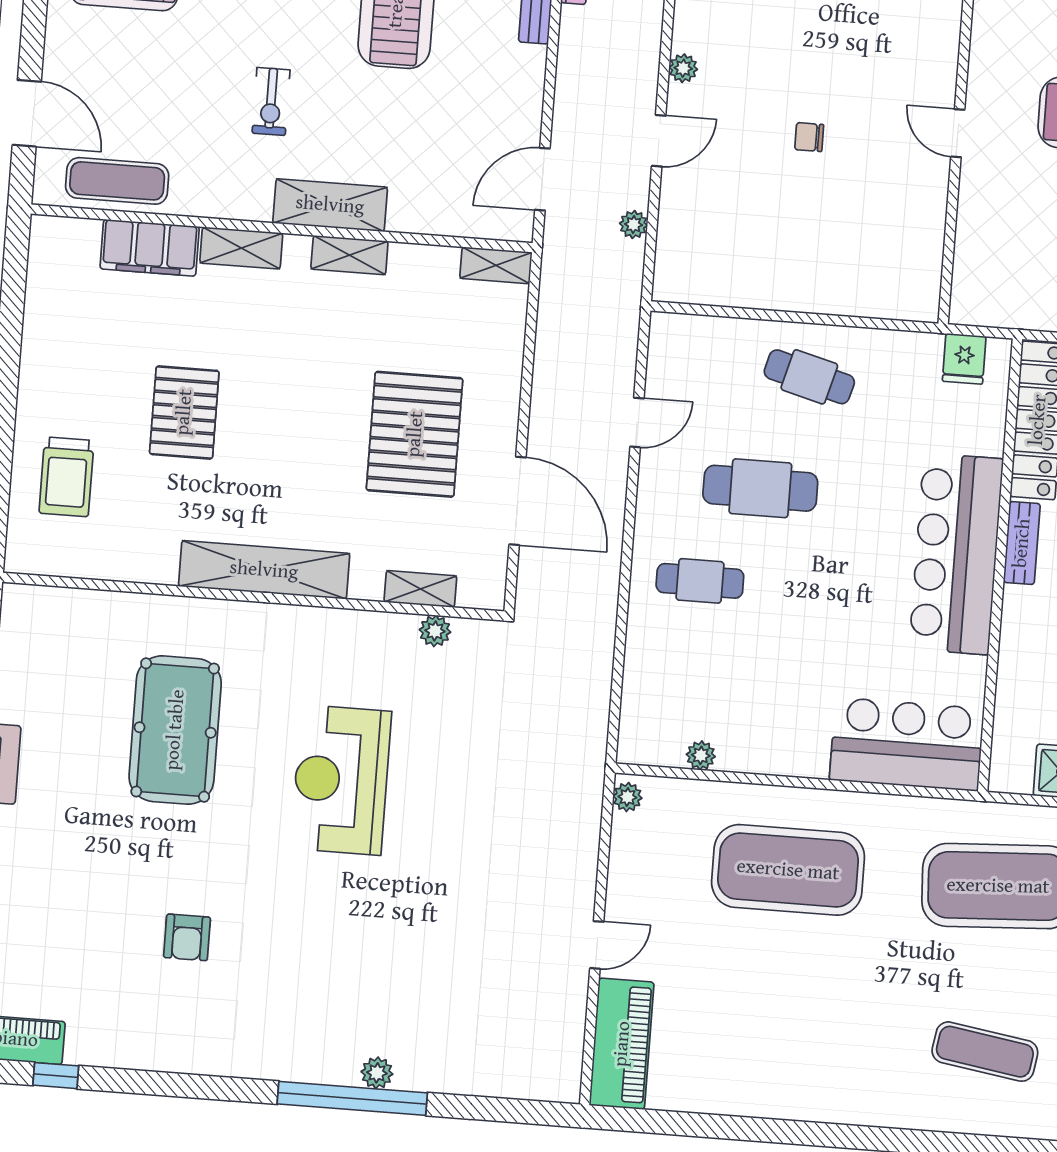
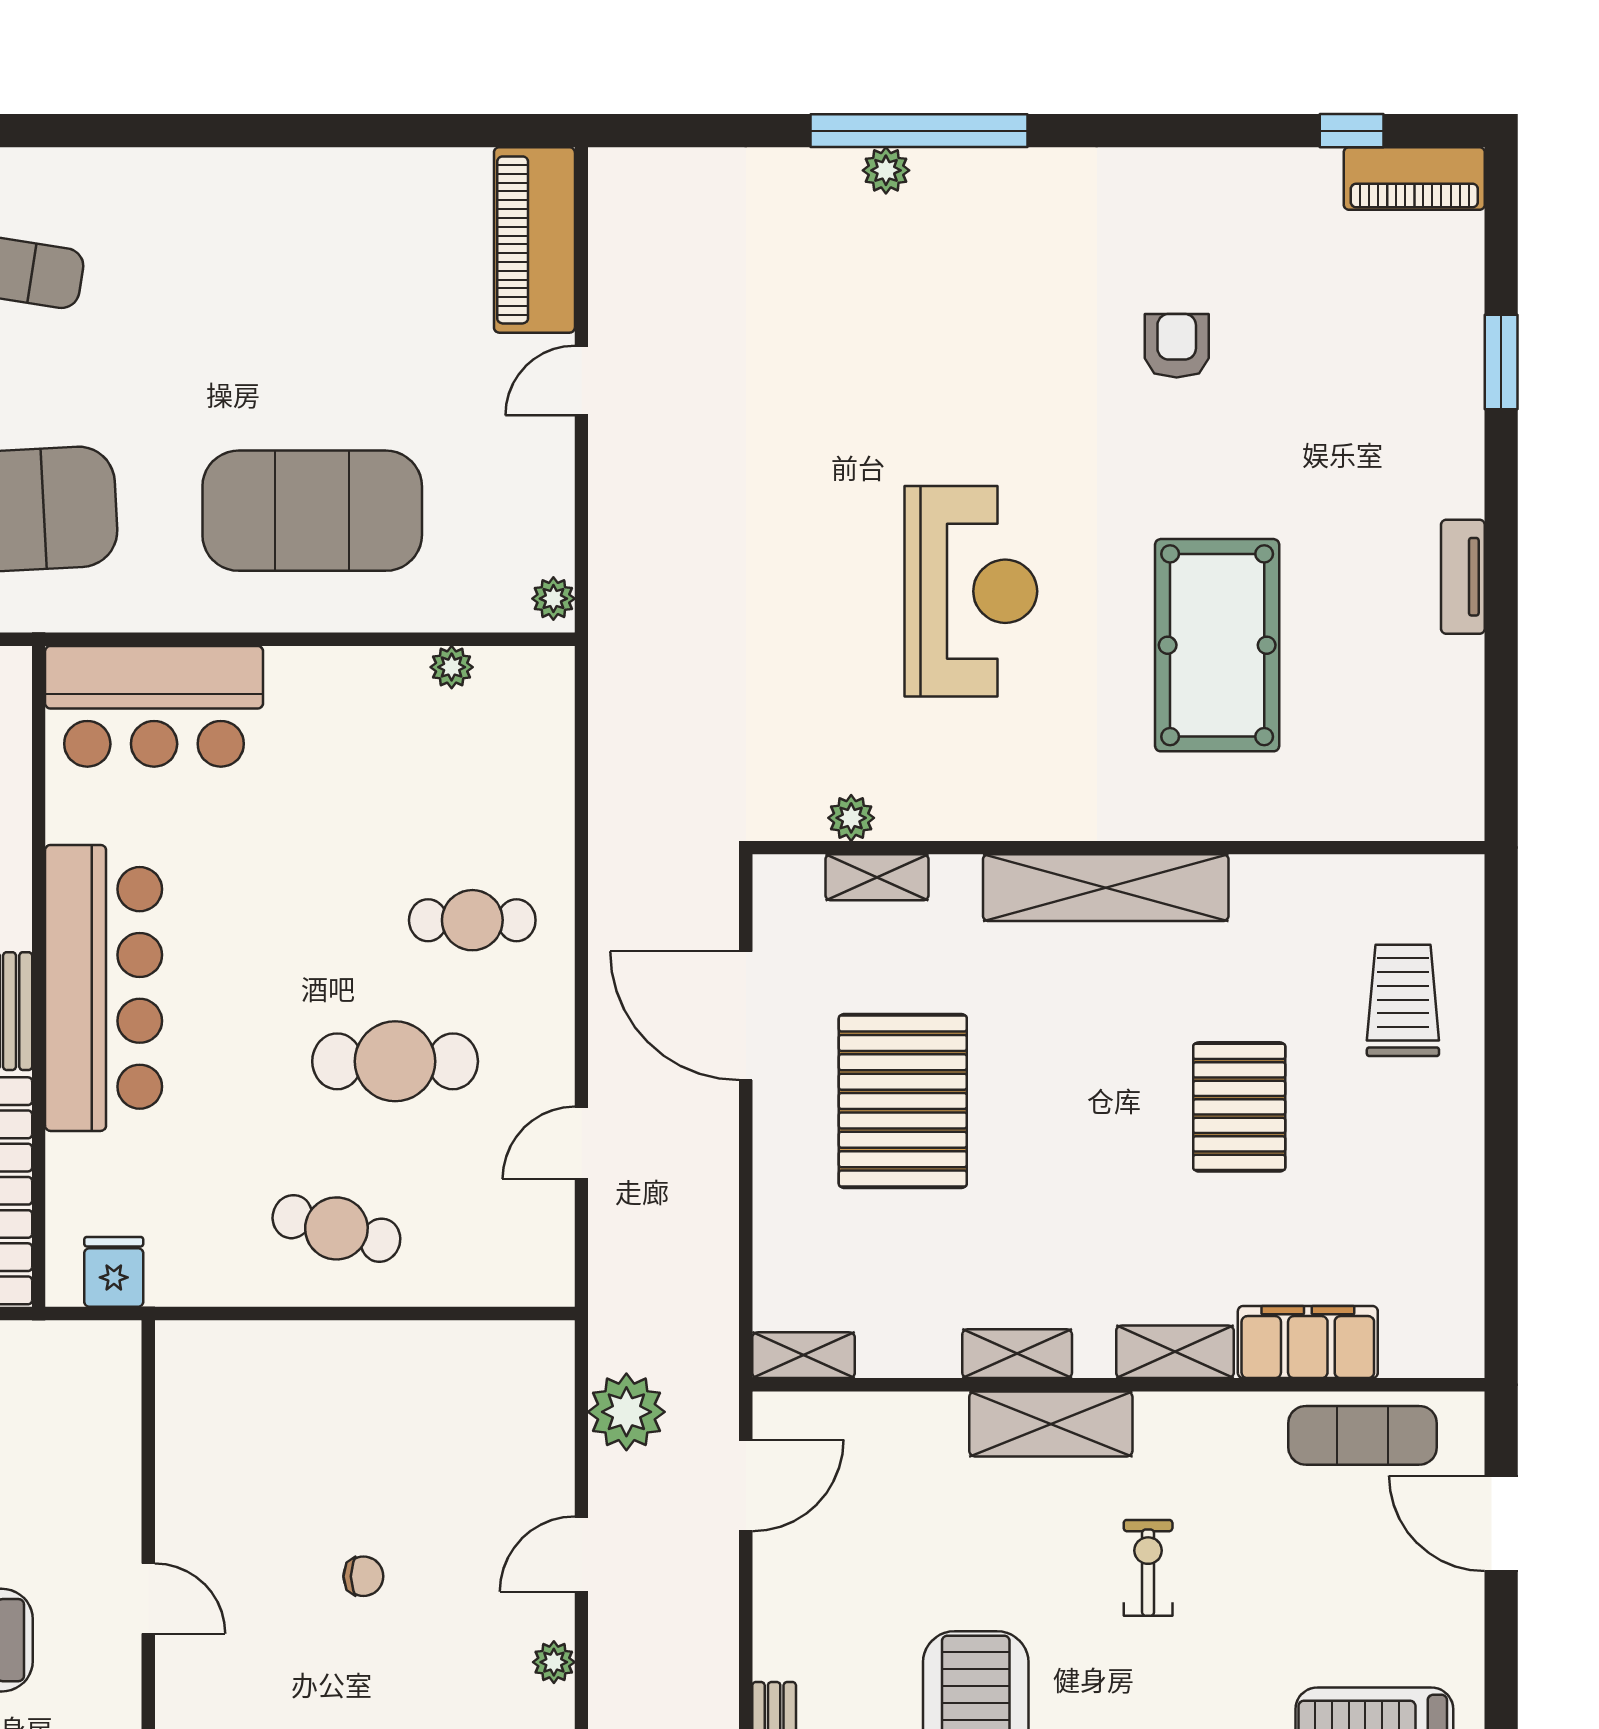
plant: (634, 225) -> (626, 1412), width x1.88, depth x1.88

